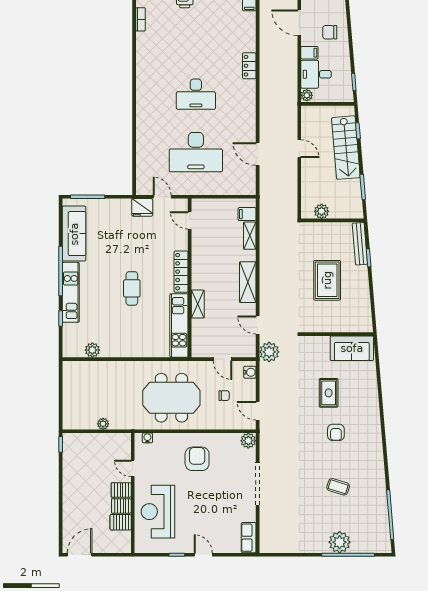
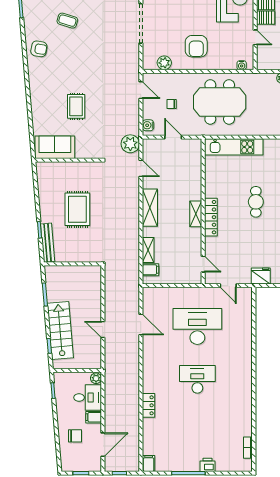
door: (299, 23) -> (103, 445), hinge flipped
fridge: (142, 207) -> (261, 276), moved
plant: (322, 211) -> (83, 272), removed
shelving: (198, 304) -> (196, 214), moved
kitchen unit: (179, 325) -> (234, 147), moved, turned 90
armchair: (336, 432) -> (39, 49), moved, turned 100
plant: (248, 441) -> (164, 63), moved

